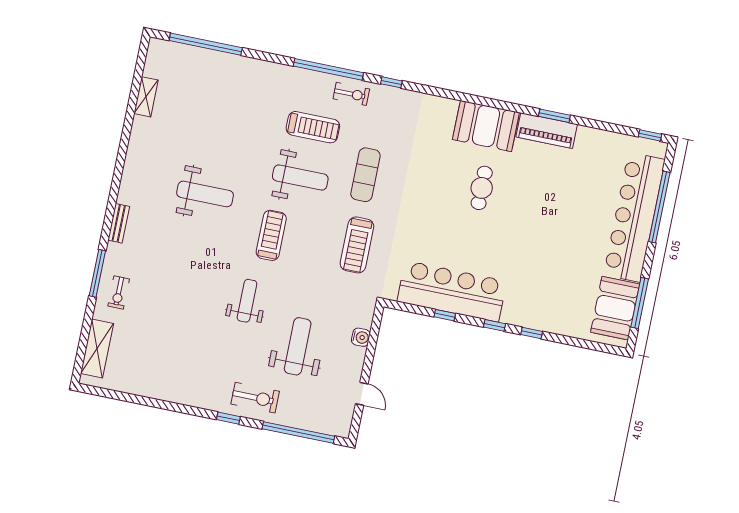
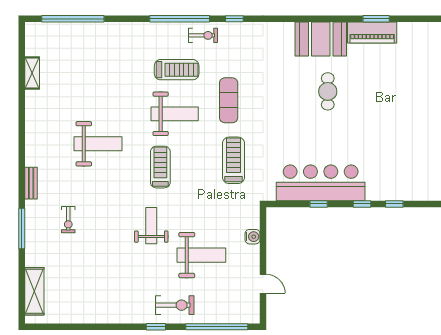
treadmill: (357, 245) -> (234, 160), turned 180
exercise bike: (119, 293) -> (68, 220), moved
weight bench: (298, 346) -> (201, 255), turned 90

